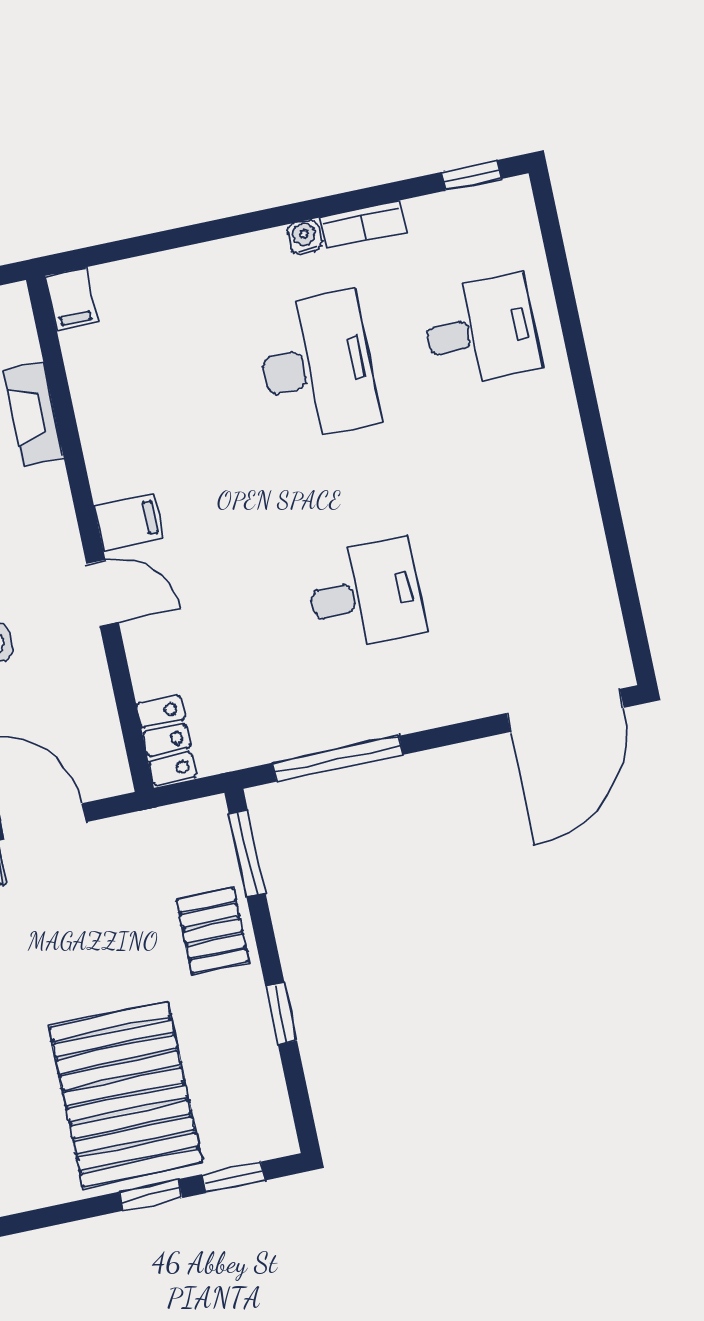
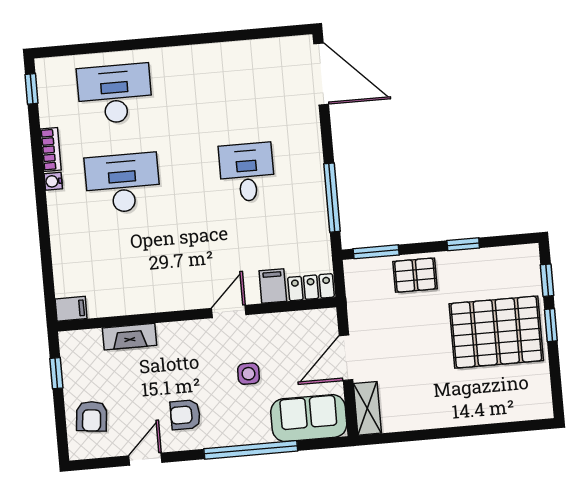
desk: (481, 331) -> (115, 94), width x1.37
filing cabinet: (129, 522) -> (273, 286), moved

